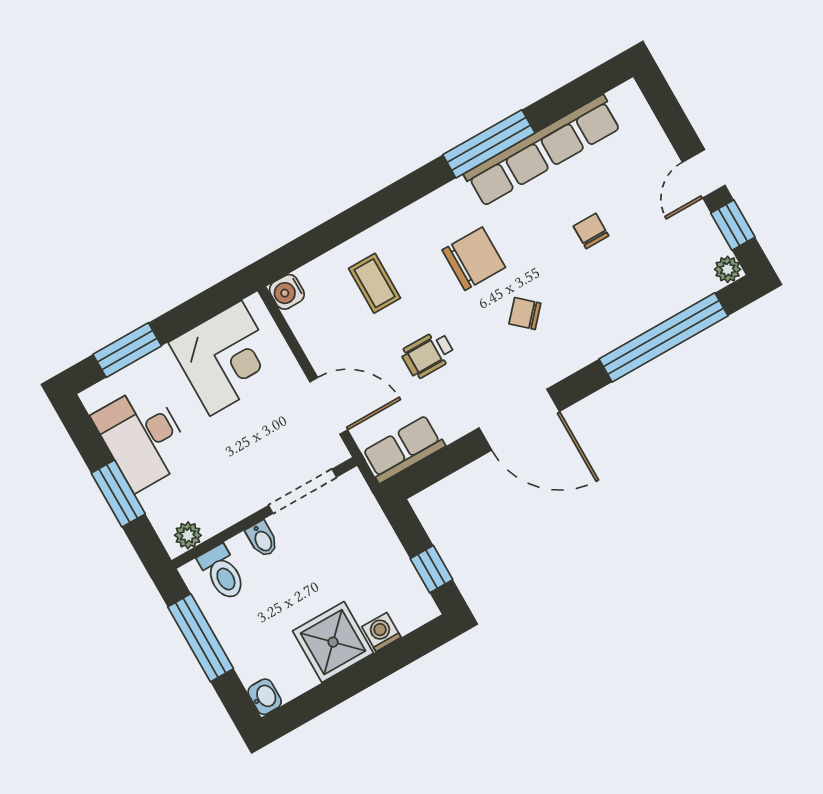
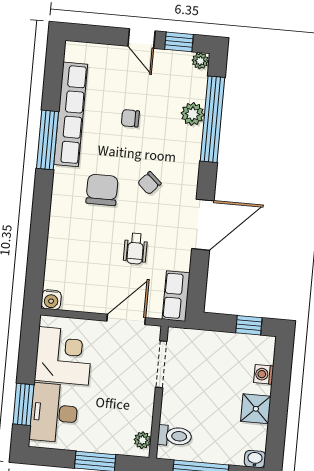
coffee table: (374, 283) -> (79, 251), removed
plant: (652, 307) -> (193, 114), added
desk: (143, 437) -> (54, 413), moved, turned 90
bidet: (262, 539) -> (172, 403), removed
shower: (333, 642) -> (256, 409), width x0.73, depth x0.73

